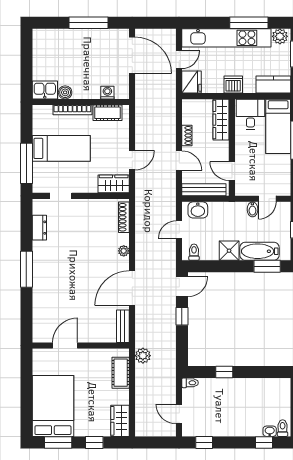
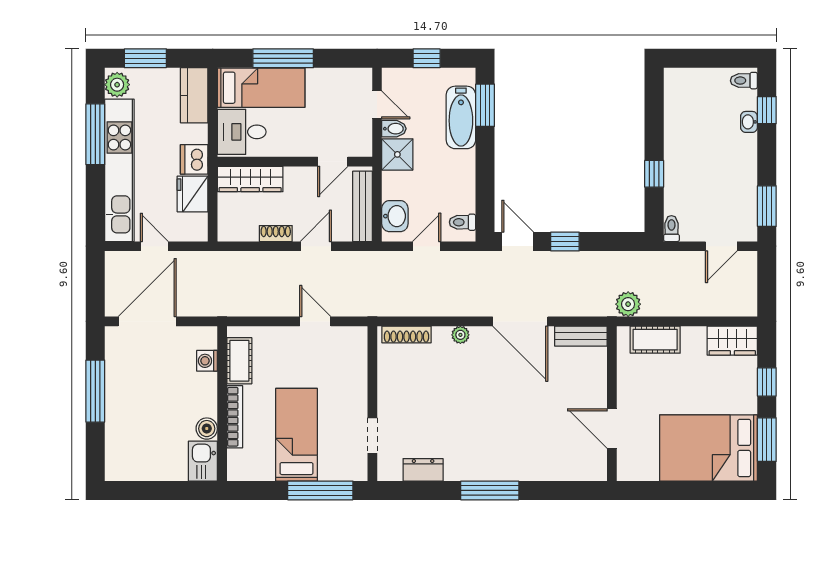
fridge: (192, 82) -> (193, 194), moved, turned -90
wardrobe: (114, 184) -> (353, 351), removed
door: (179, 230) -> (427, 246), swing flipped
shower: (229, 251) -> (397, 154), moved
washbasin: (270, 431) -> (749, 122), moved
window: (204, 442) -> (767, 206), width x1.50

